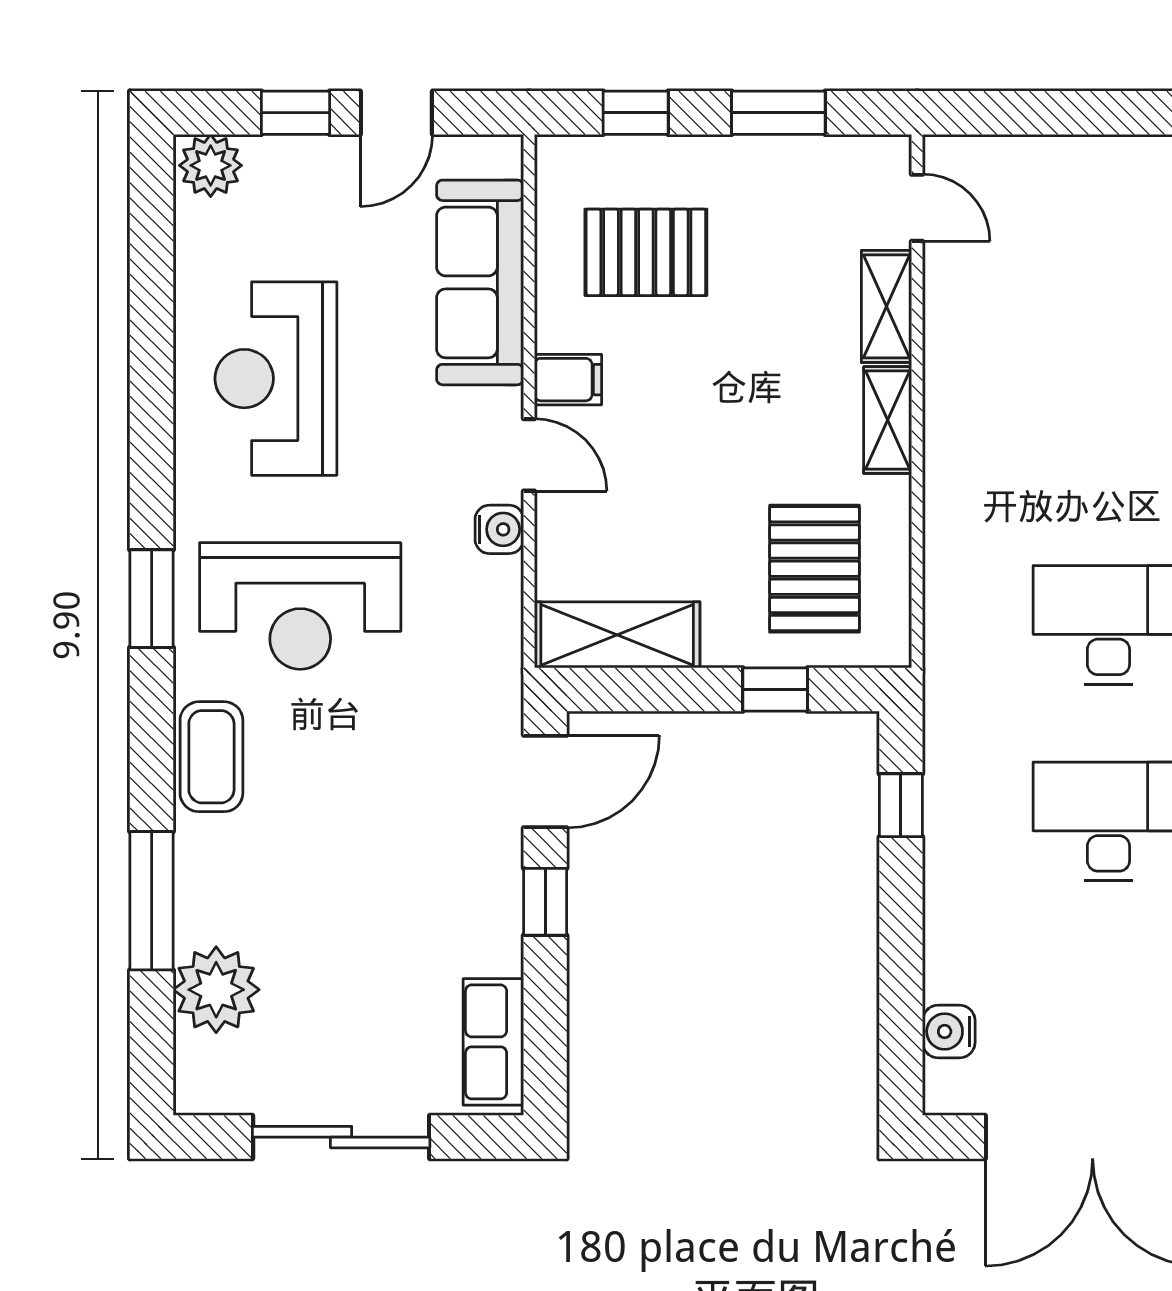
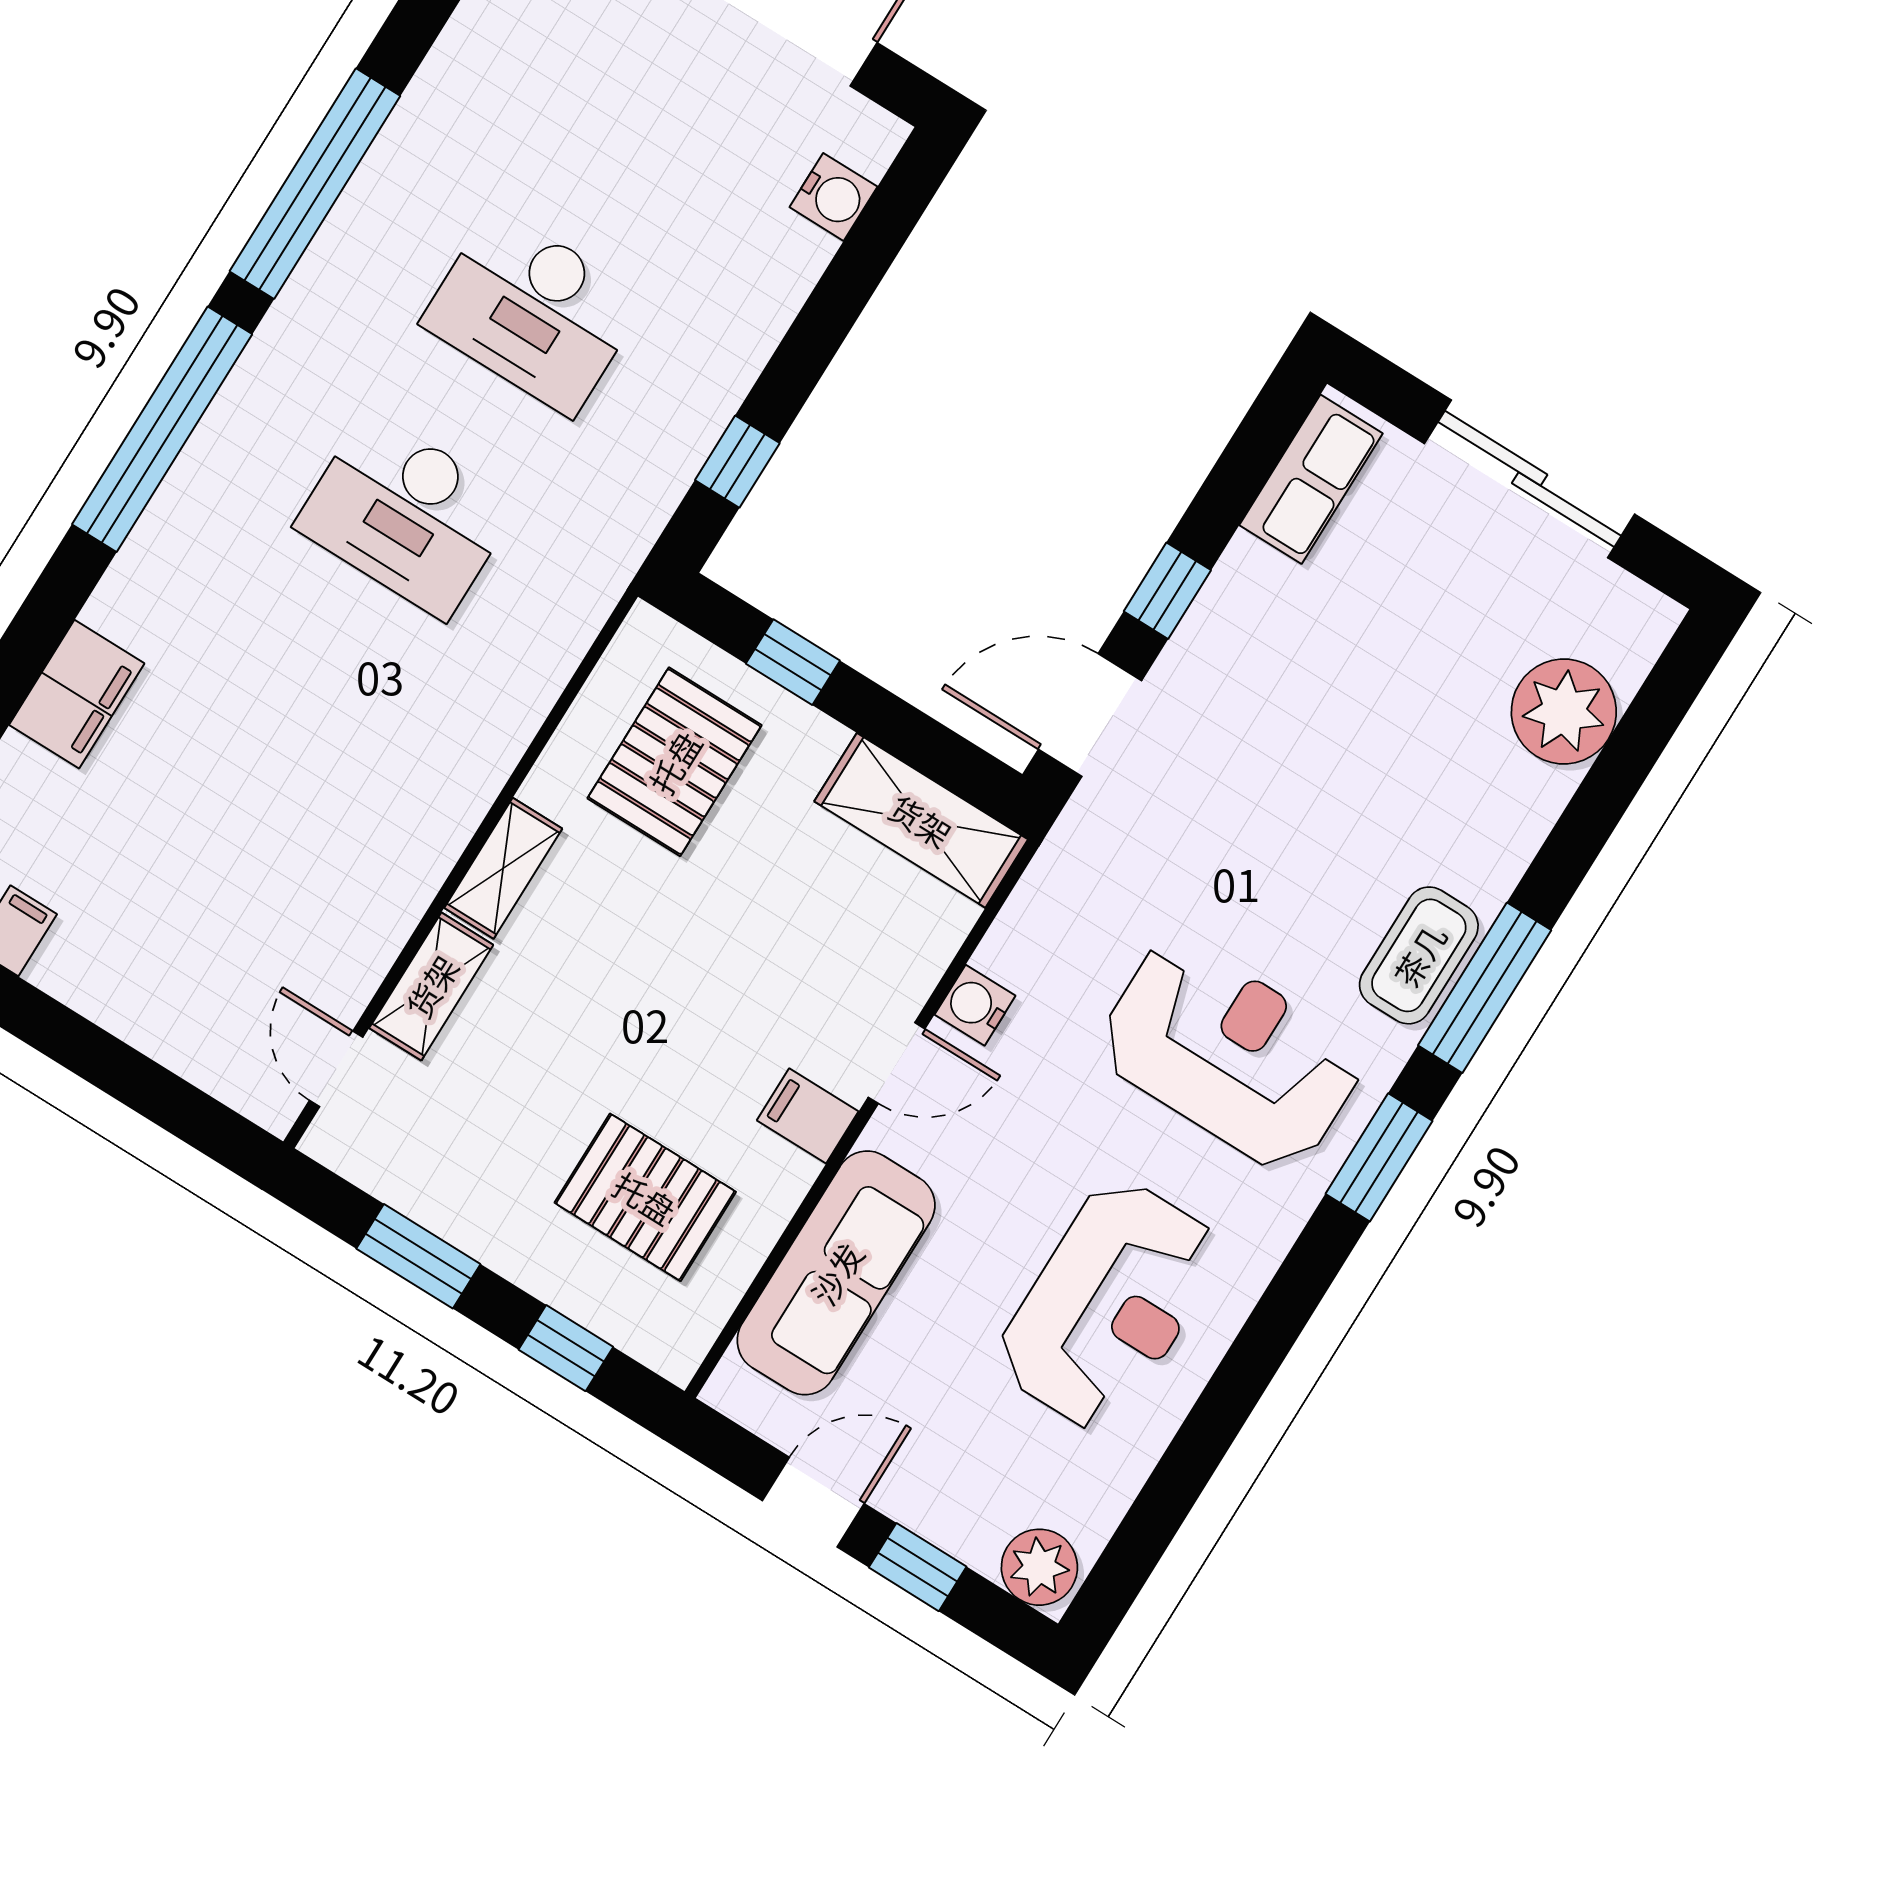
door: (529, 455) -> (897, 1063), swing flipped
window: (152, 901) -> (1485, 988), moved

